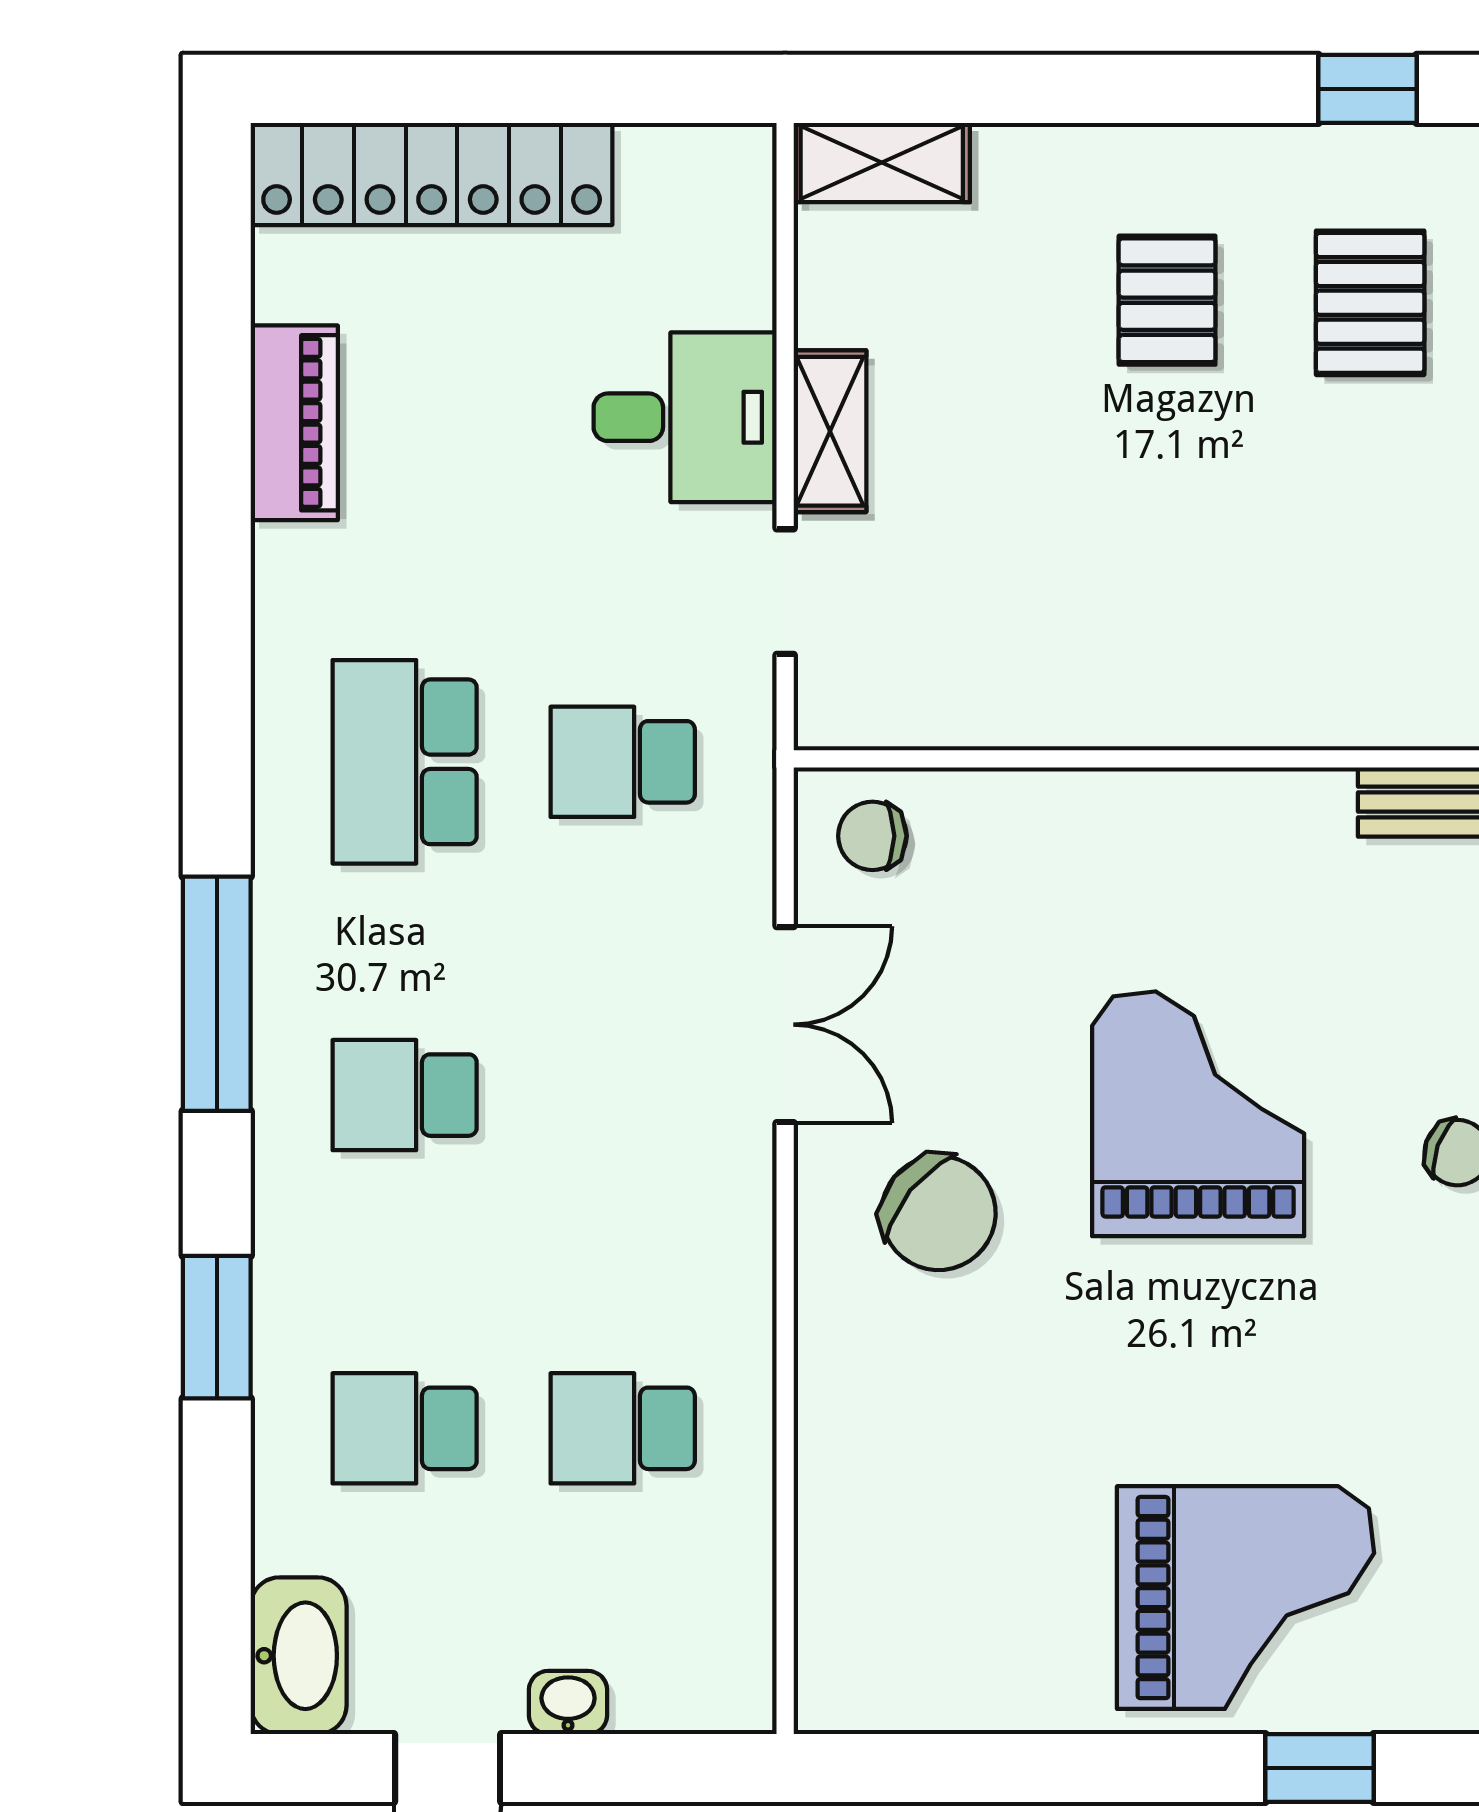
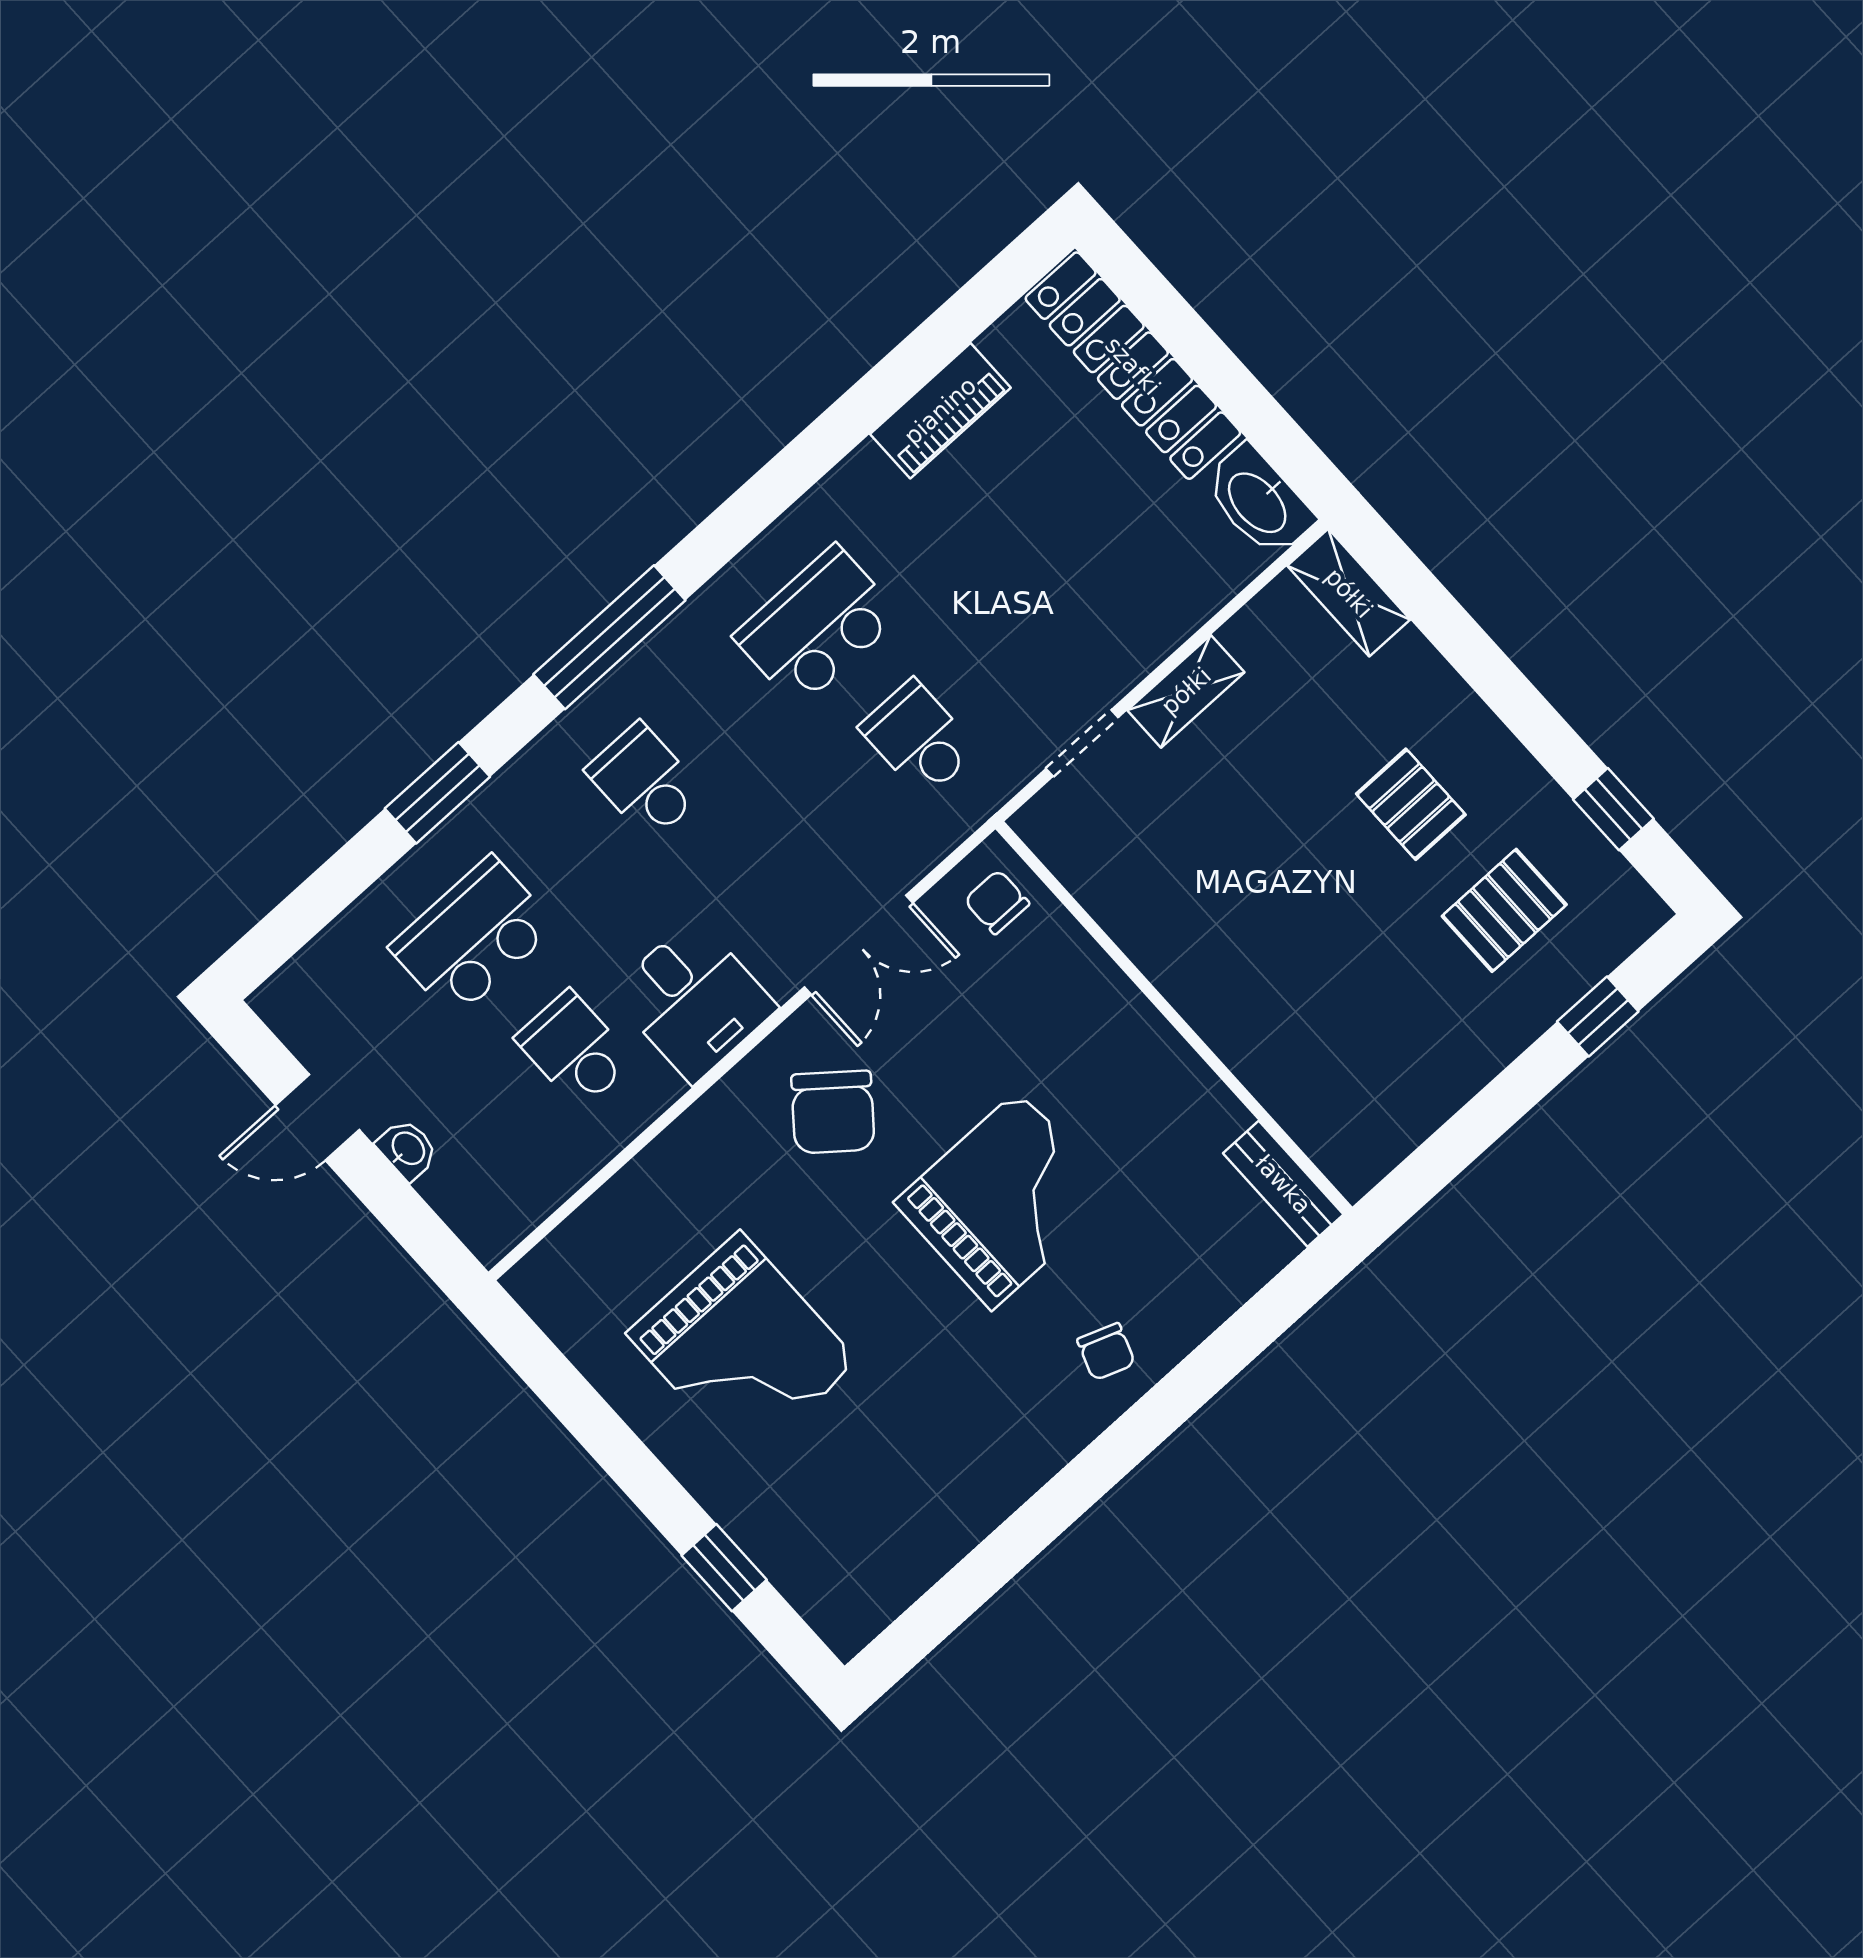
pallet: (1167, 300) -> (1411, 804), turned 90
desk: (685, 417) -> (694, 1000), moved
school desk: (405, 1428) -> (473, 937), width x1.85
grand piano: (1246, 1598) -> (742, 1348), moved
washbasin: (299, 1656) -> (1259, 501), moved, turned 90

